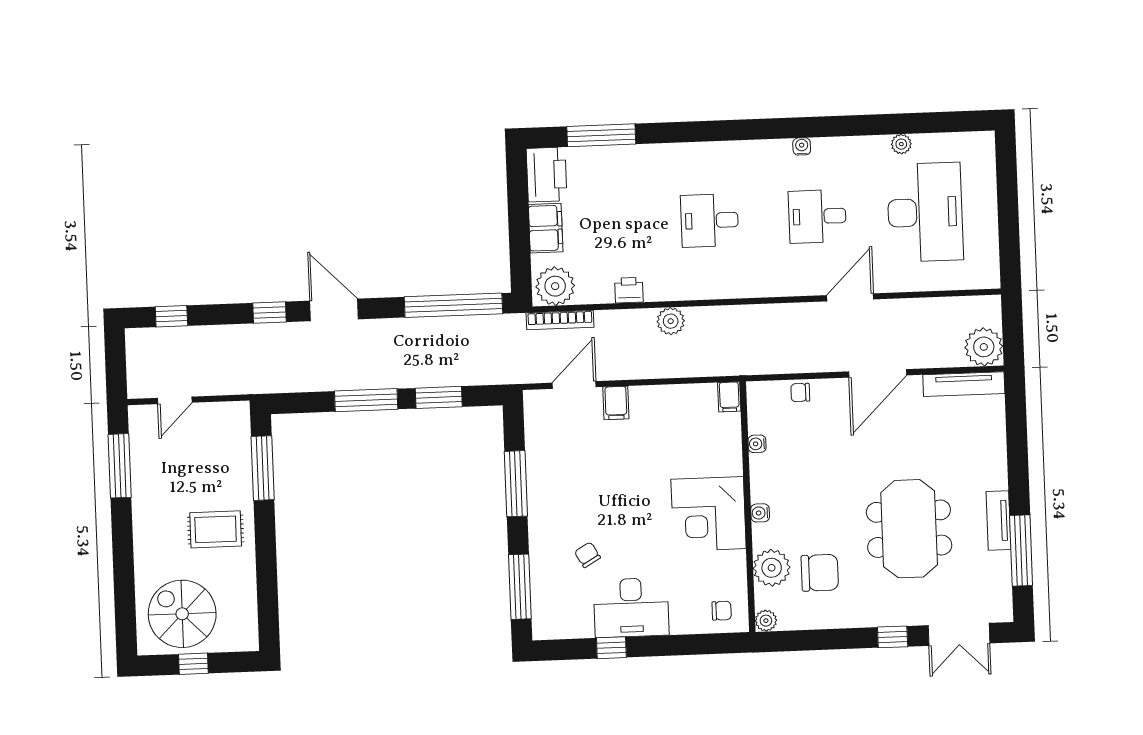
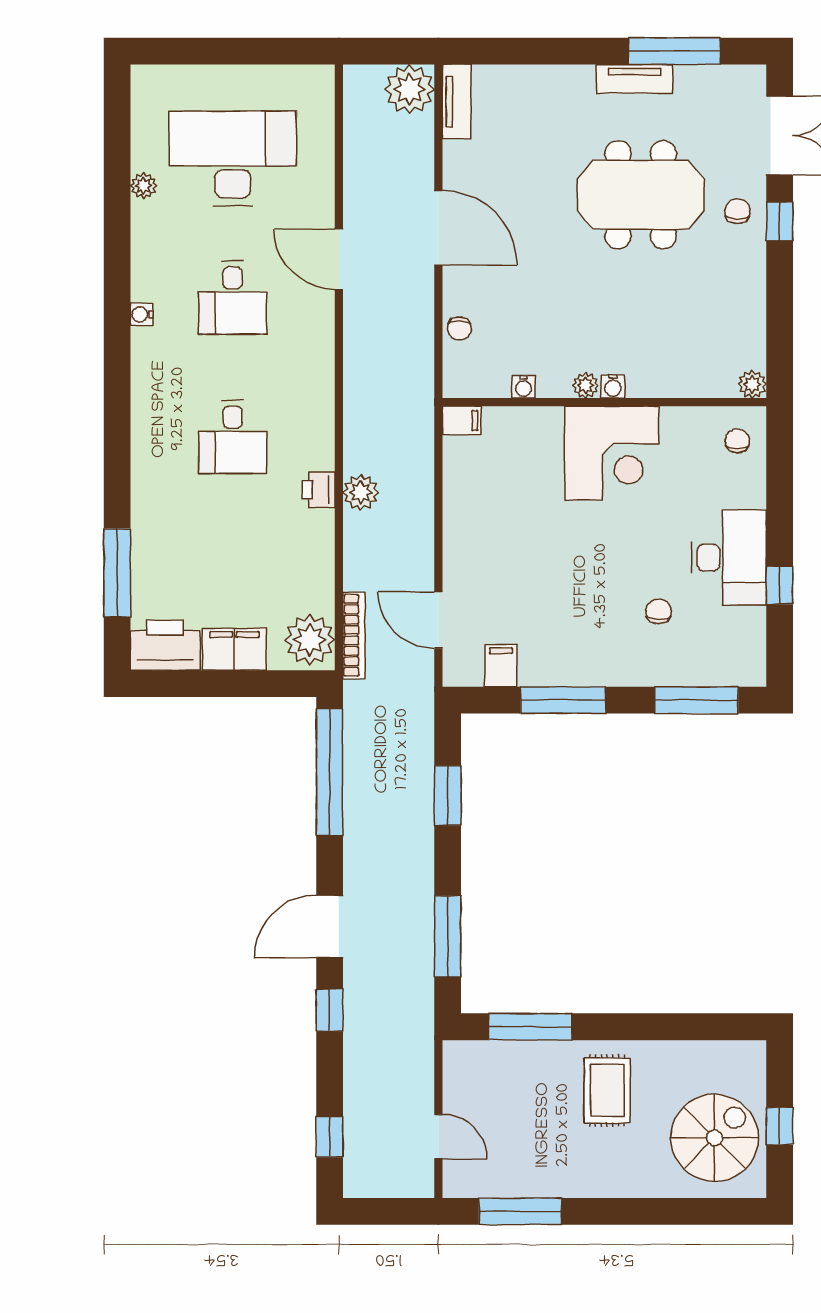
printer: (629, 290) -> (319, 490), moved
tv unit: (964, 384) -> (457, 102), width x0.71
window: (366, 400) -> (448, 936), moved
filing cabinet: (616, 403) -> (501, 666), moved, turned -90
chair: (587, 555) -> (658, 611), turned 120
plant: (772, 568) -> (586, 385), moved, width x0.53, depth x0.53
chair: (820, 573) -> (737, 211), moved, width x0.54, depth x0.54
spiral stairs: (182, 614) -> (715, 1138), turned 180

